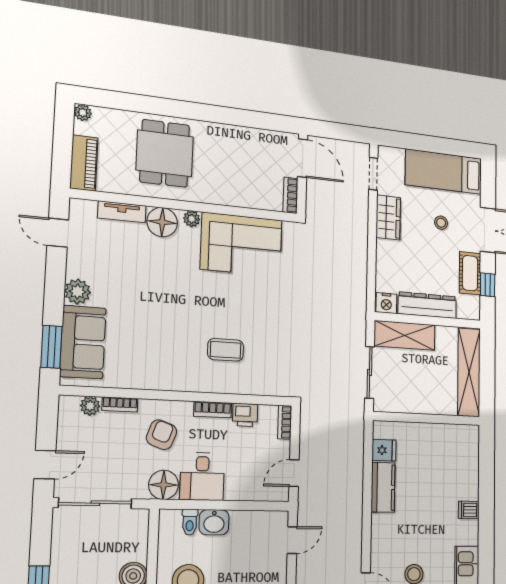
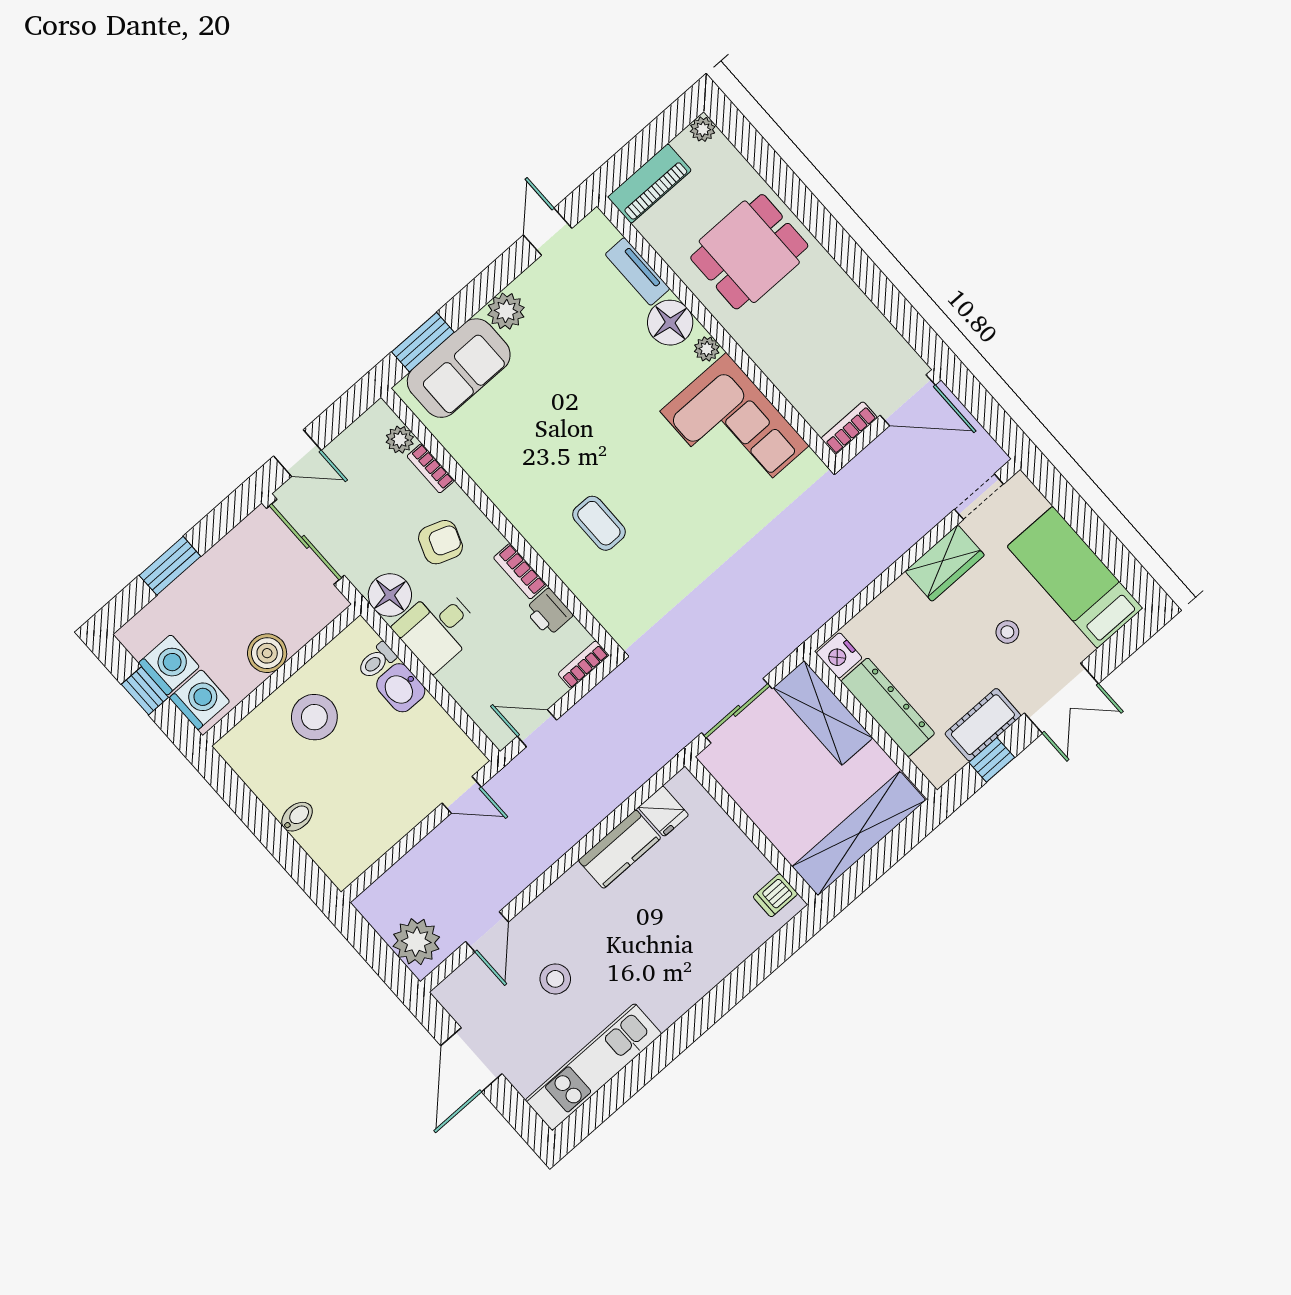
door: (303, 158) -> (908, 400), hinge flipped
dishwasher: (469, 510) -> (775, 895), moved, turned -90

